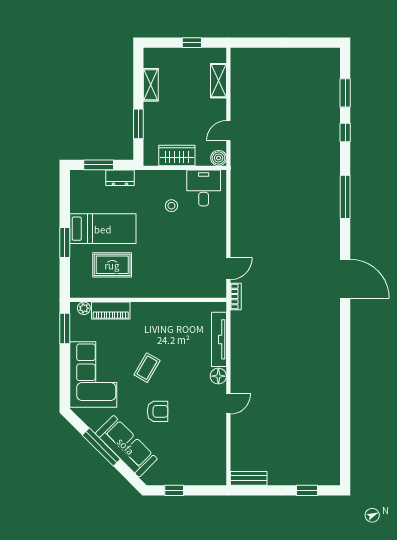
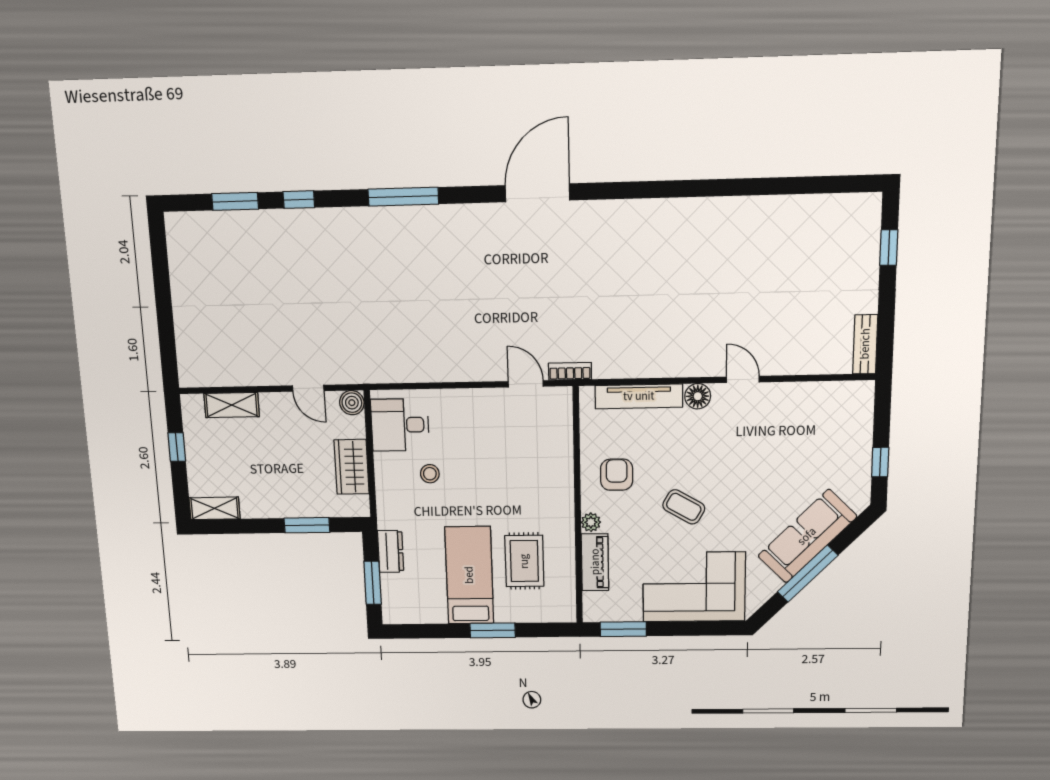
shelving: (151, 85) -> (215, 508), moved
plant: (84, 308) -> (591, 522), moved
armchair: (158, 411) -> (617, 475), moved

